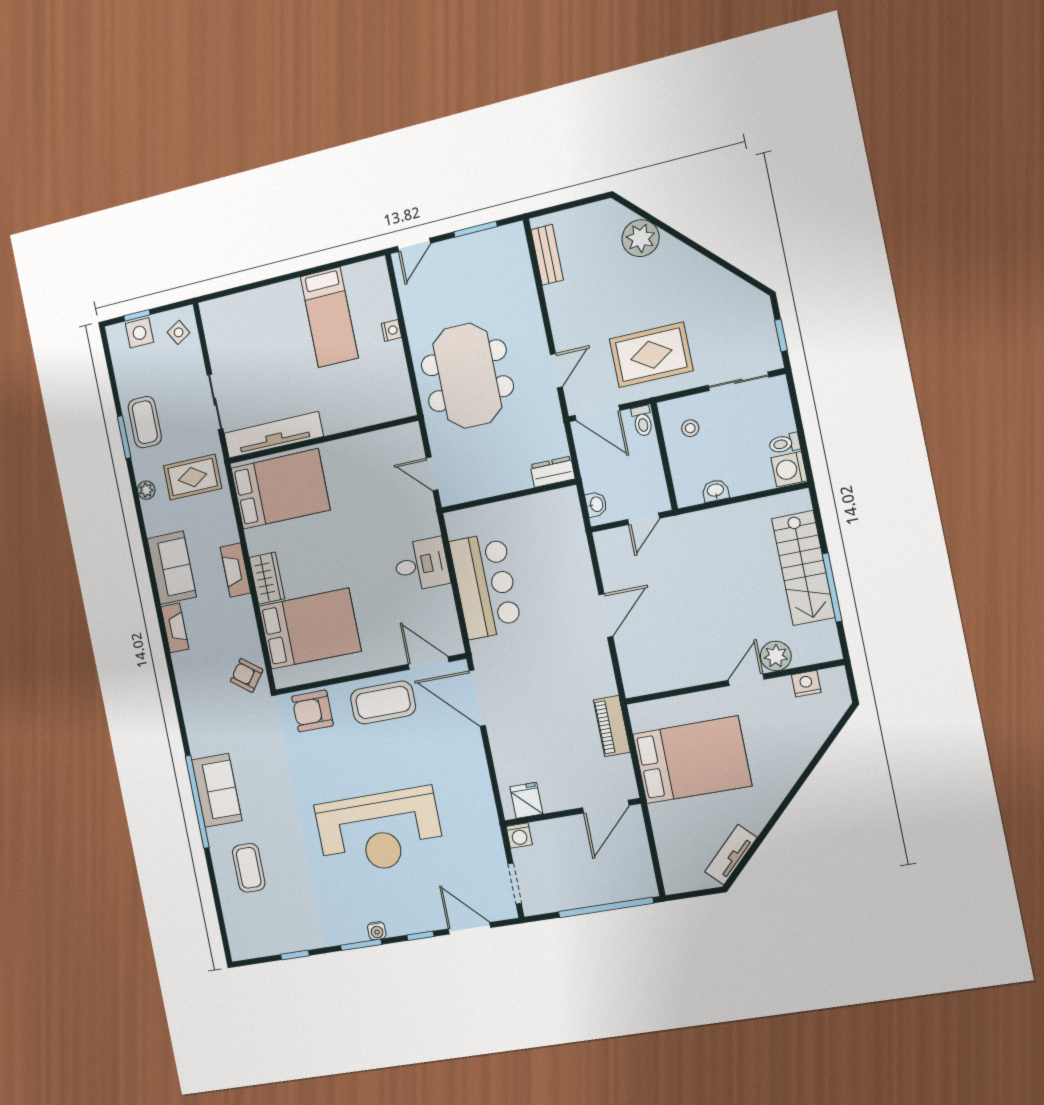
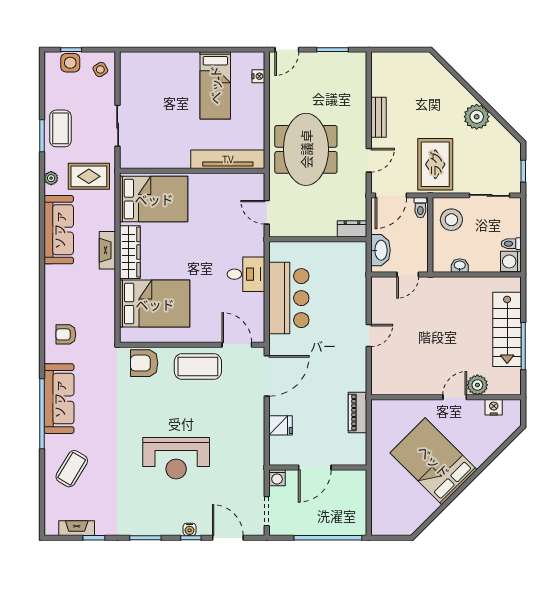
plant: (641, 238) -> (477, 117), moved
bench: (547, 255) -> (378, 117), moved
nightstand: (391, 330) -> (258, 76), moved
rug: (651, 355) -> (435, 164), turned 90
door: (597, 413) -> (391, 195), hinge flipped
stool: (690, 428) -> (451, 220), width x1.89, depth x1.89
tv unit: (273, 435) -> (228, 159), moved
washbasin: (596, 504) -> (380, 250), width x1.91, depth x1.45
sofa: (172, 568) -> (59, 230), width x1.36
wardrobe: (267, 578) -> (130, 252), width x1.50
door: (606, 615) -> (369, 335), width x0.73
fireplace: (175, 628) -> (77, 528), moved, turned -90
armchair: (247, 675) -> (66, 334), moved, turned -37
door: (477, 698) -> (267, 376), swing flipped
bed: (692, 760) -> (434, 461), moved, turned -135
sofa: (217, 790) -> (59, 399), width x1.36
fridge: (526, 800) -> (281, 425), moved, turned 90
door: (606, 807) -> (315, 468), moved
reception desk: (379, 831) -> (176, 458), width x0.74, depth x0.77
tv unit: (731, 855) -> (421, 515), removed
coffee table: (249, 868) -> (72, 469), turned 31
water cooler: (377, 931) -> (190, 529), moved

